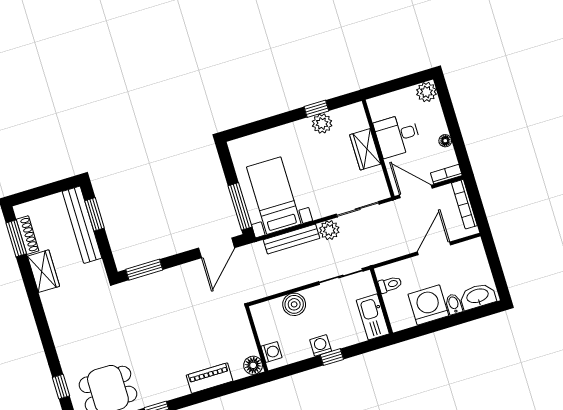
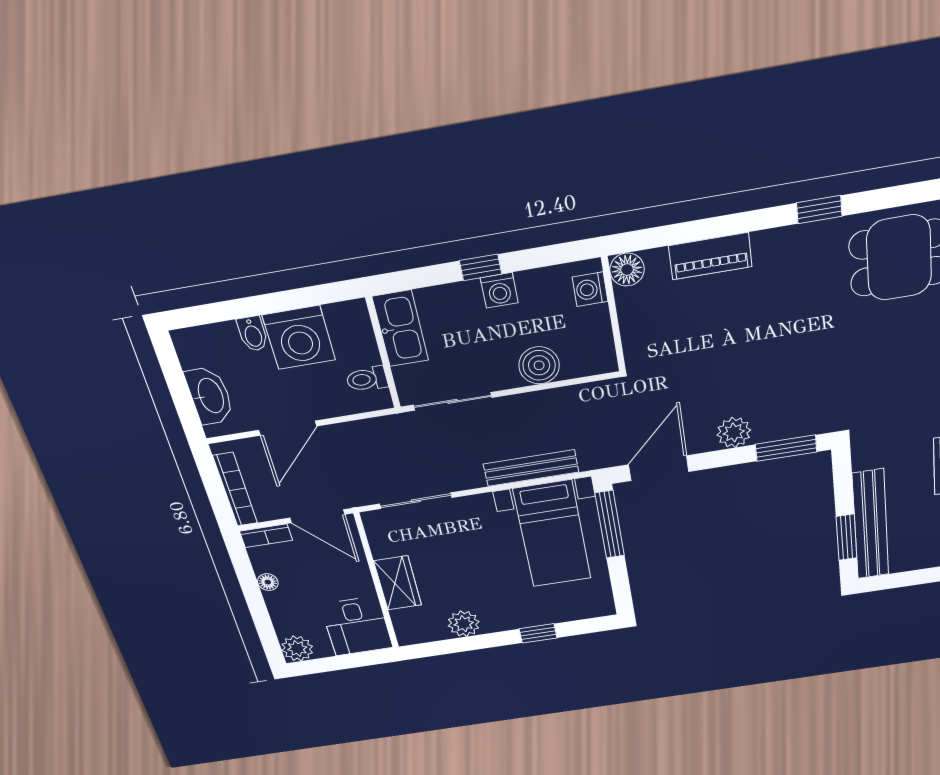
window: (316, 109) -> (538, 633), moved
desk: (397, 135) -> (357, 626), moved, turned 90
plant: (329, 230) -> (734, 432), moved
washbasin: (478, 296) -> (210, 396), moved, turned -90

